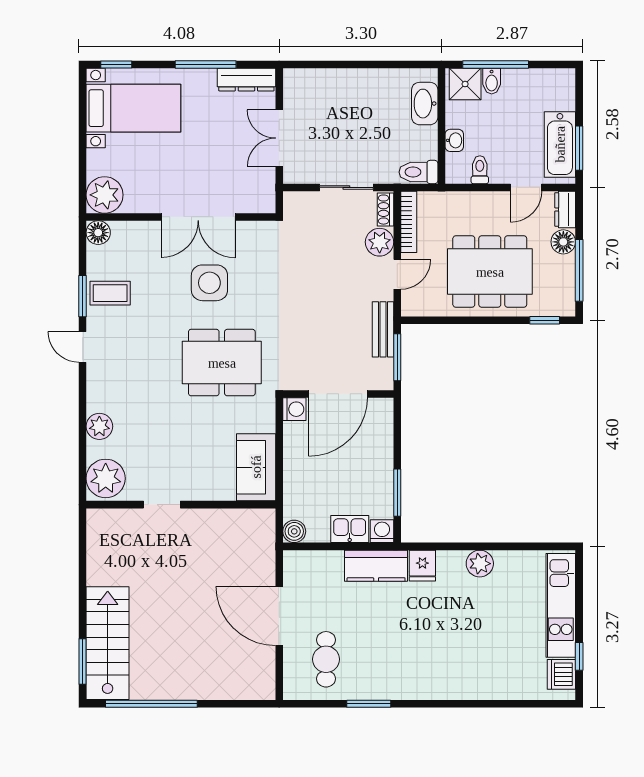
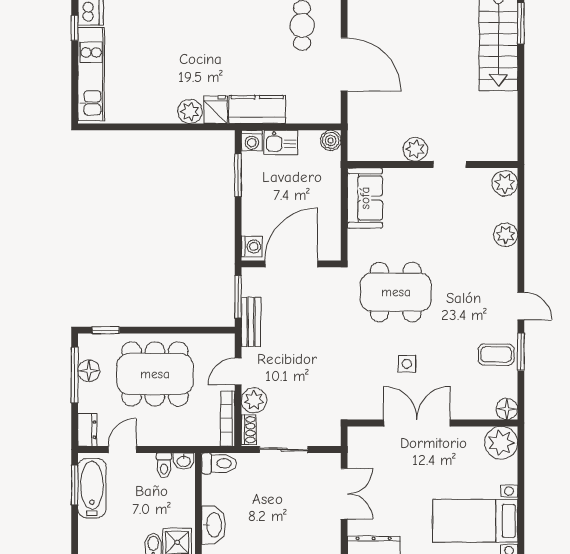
washbasin: (454, 140) -> (184, 461), moved, turned -90
floor lamp: (563, 242) -> (89, 371), moved
side table: (209, 283) -> (407, 364), width x0.54, depth x0.54
washing machine: (294, 409) -> (252, 246), moved, turned 180
plant: (106, 478) -> (505, 183), width x0.73, depth x0.73
plant: (200, 522) -> (415, 149), added
plant: (480, 564) -> (190, 111), moved

